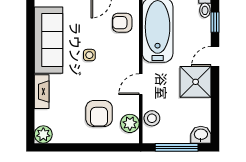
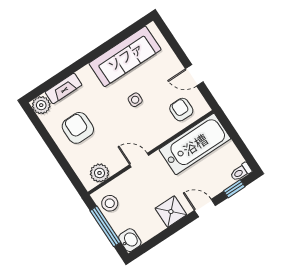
shower: (196, 82) -> (171, 212), width x0.73, depth x0.73
fireplace: (42, 92) -> (64, 88), moved
armchair: (99, 113) -> (78, 128), moved, turned 90
stool: (152, 118) -> (110, 203), moved

